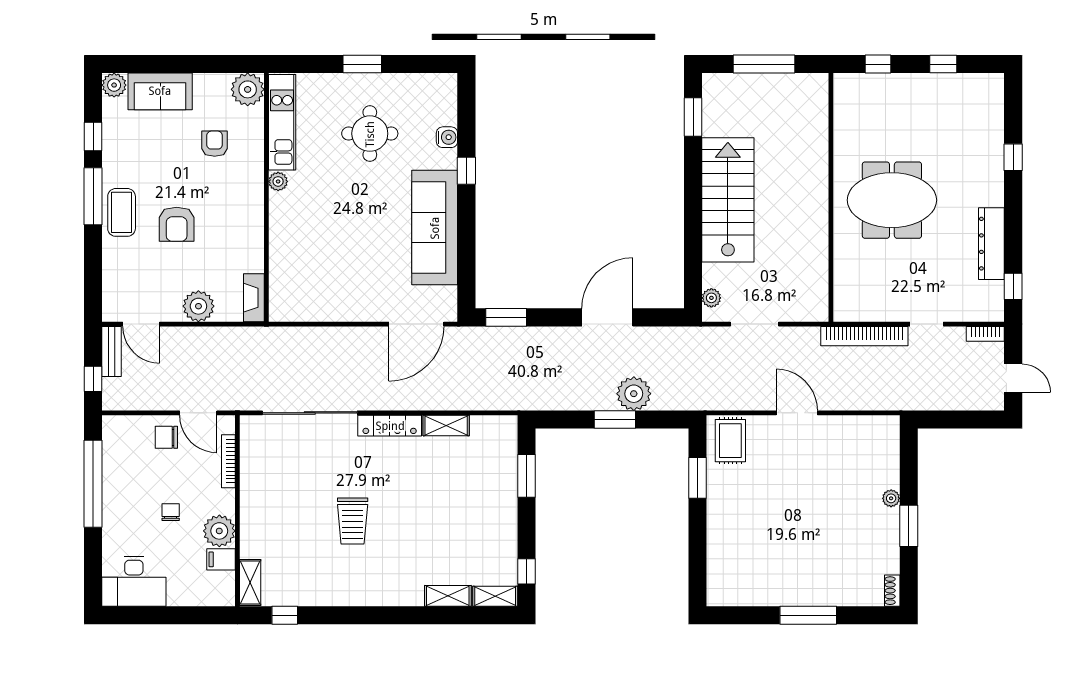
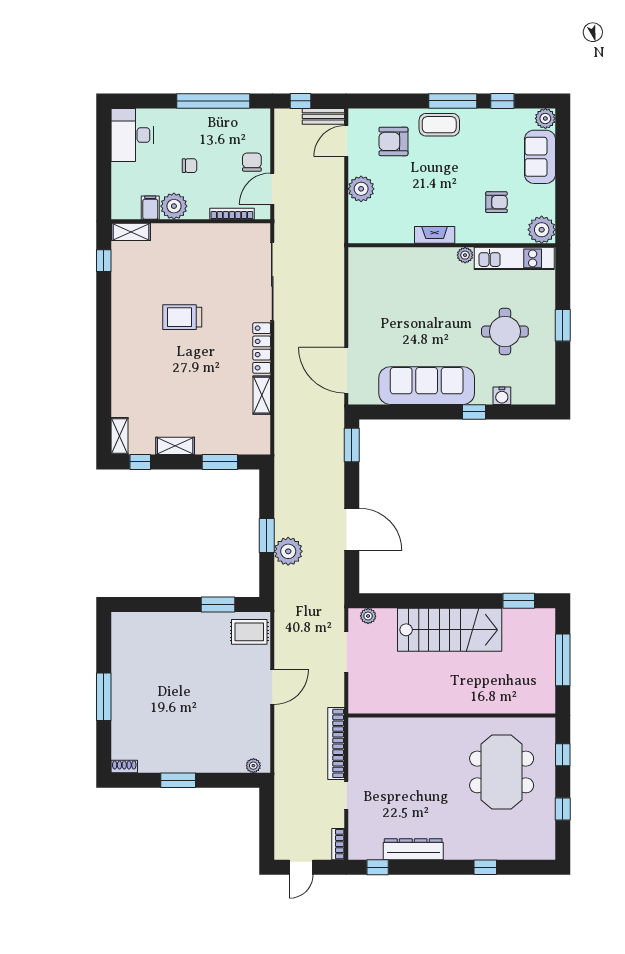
meeting table: (892, 200) -> (502, 772), moved
armchair: (177, 224) -> (393, 141), moved
fireplace: (254, 298) -> (435, 235), moved
plant: (891, 498) -> (253, 766), moved
shelving: (448, 596) -> (175, 446), moved, turned 90

